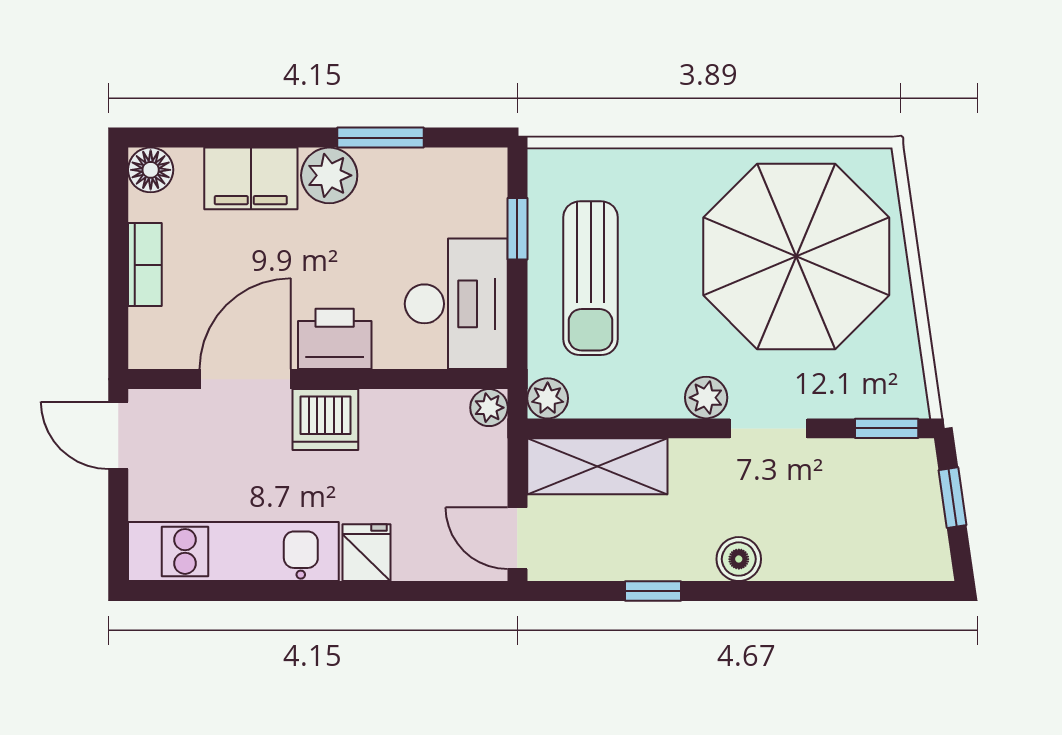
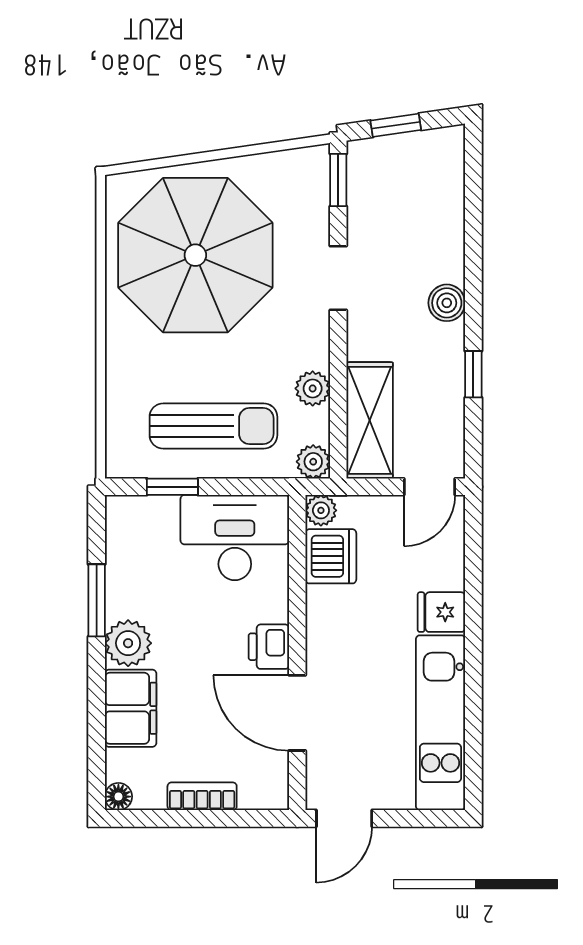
floor lamp: (151, 170) -> (118, 797), width x0.73, depth x0.73
printer: (335, 339) -> (269, 647), width x0.73, depth x0.81
plant: (706, 398) -> (313, 388), moved
dishwasher: (325, 420) -> (331, 556), moved

